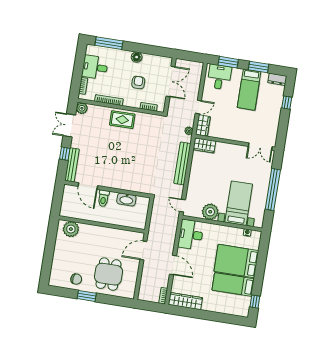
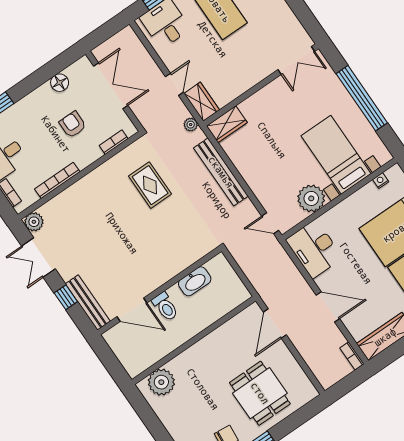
floor lamp: (137, 57) -> (60, 83), moved
rug: (122, 120) -> (150, 185), moved, turned 90

